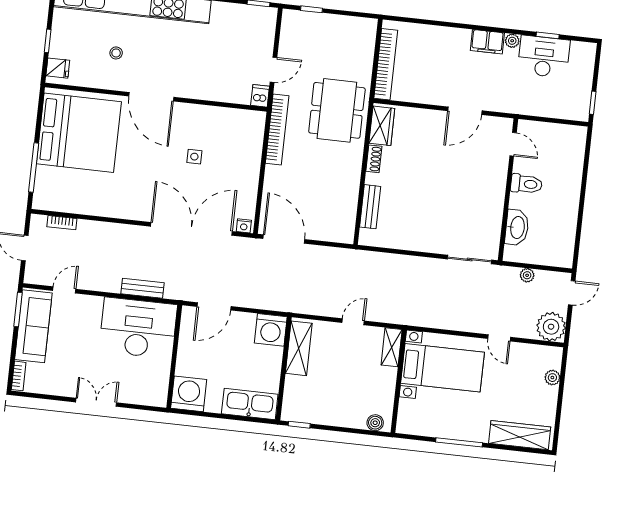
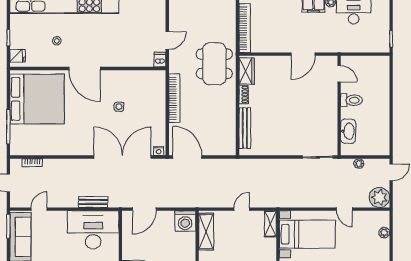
bookcase: (277, 129) -> (174, 98), moved
bench: (370, 207) -> (245, 128), width x1.36

